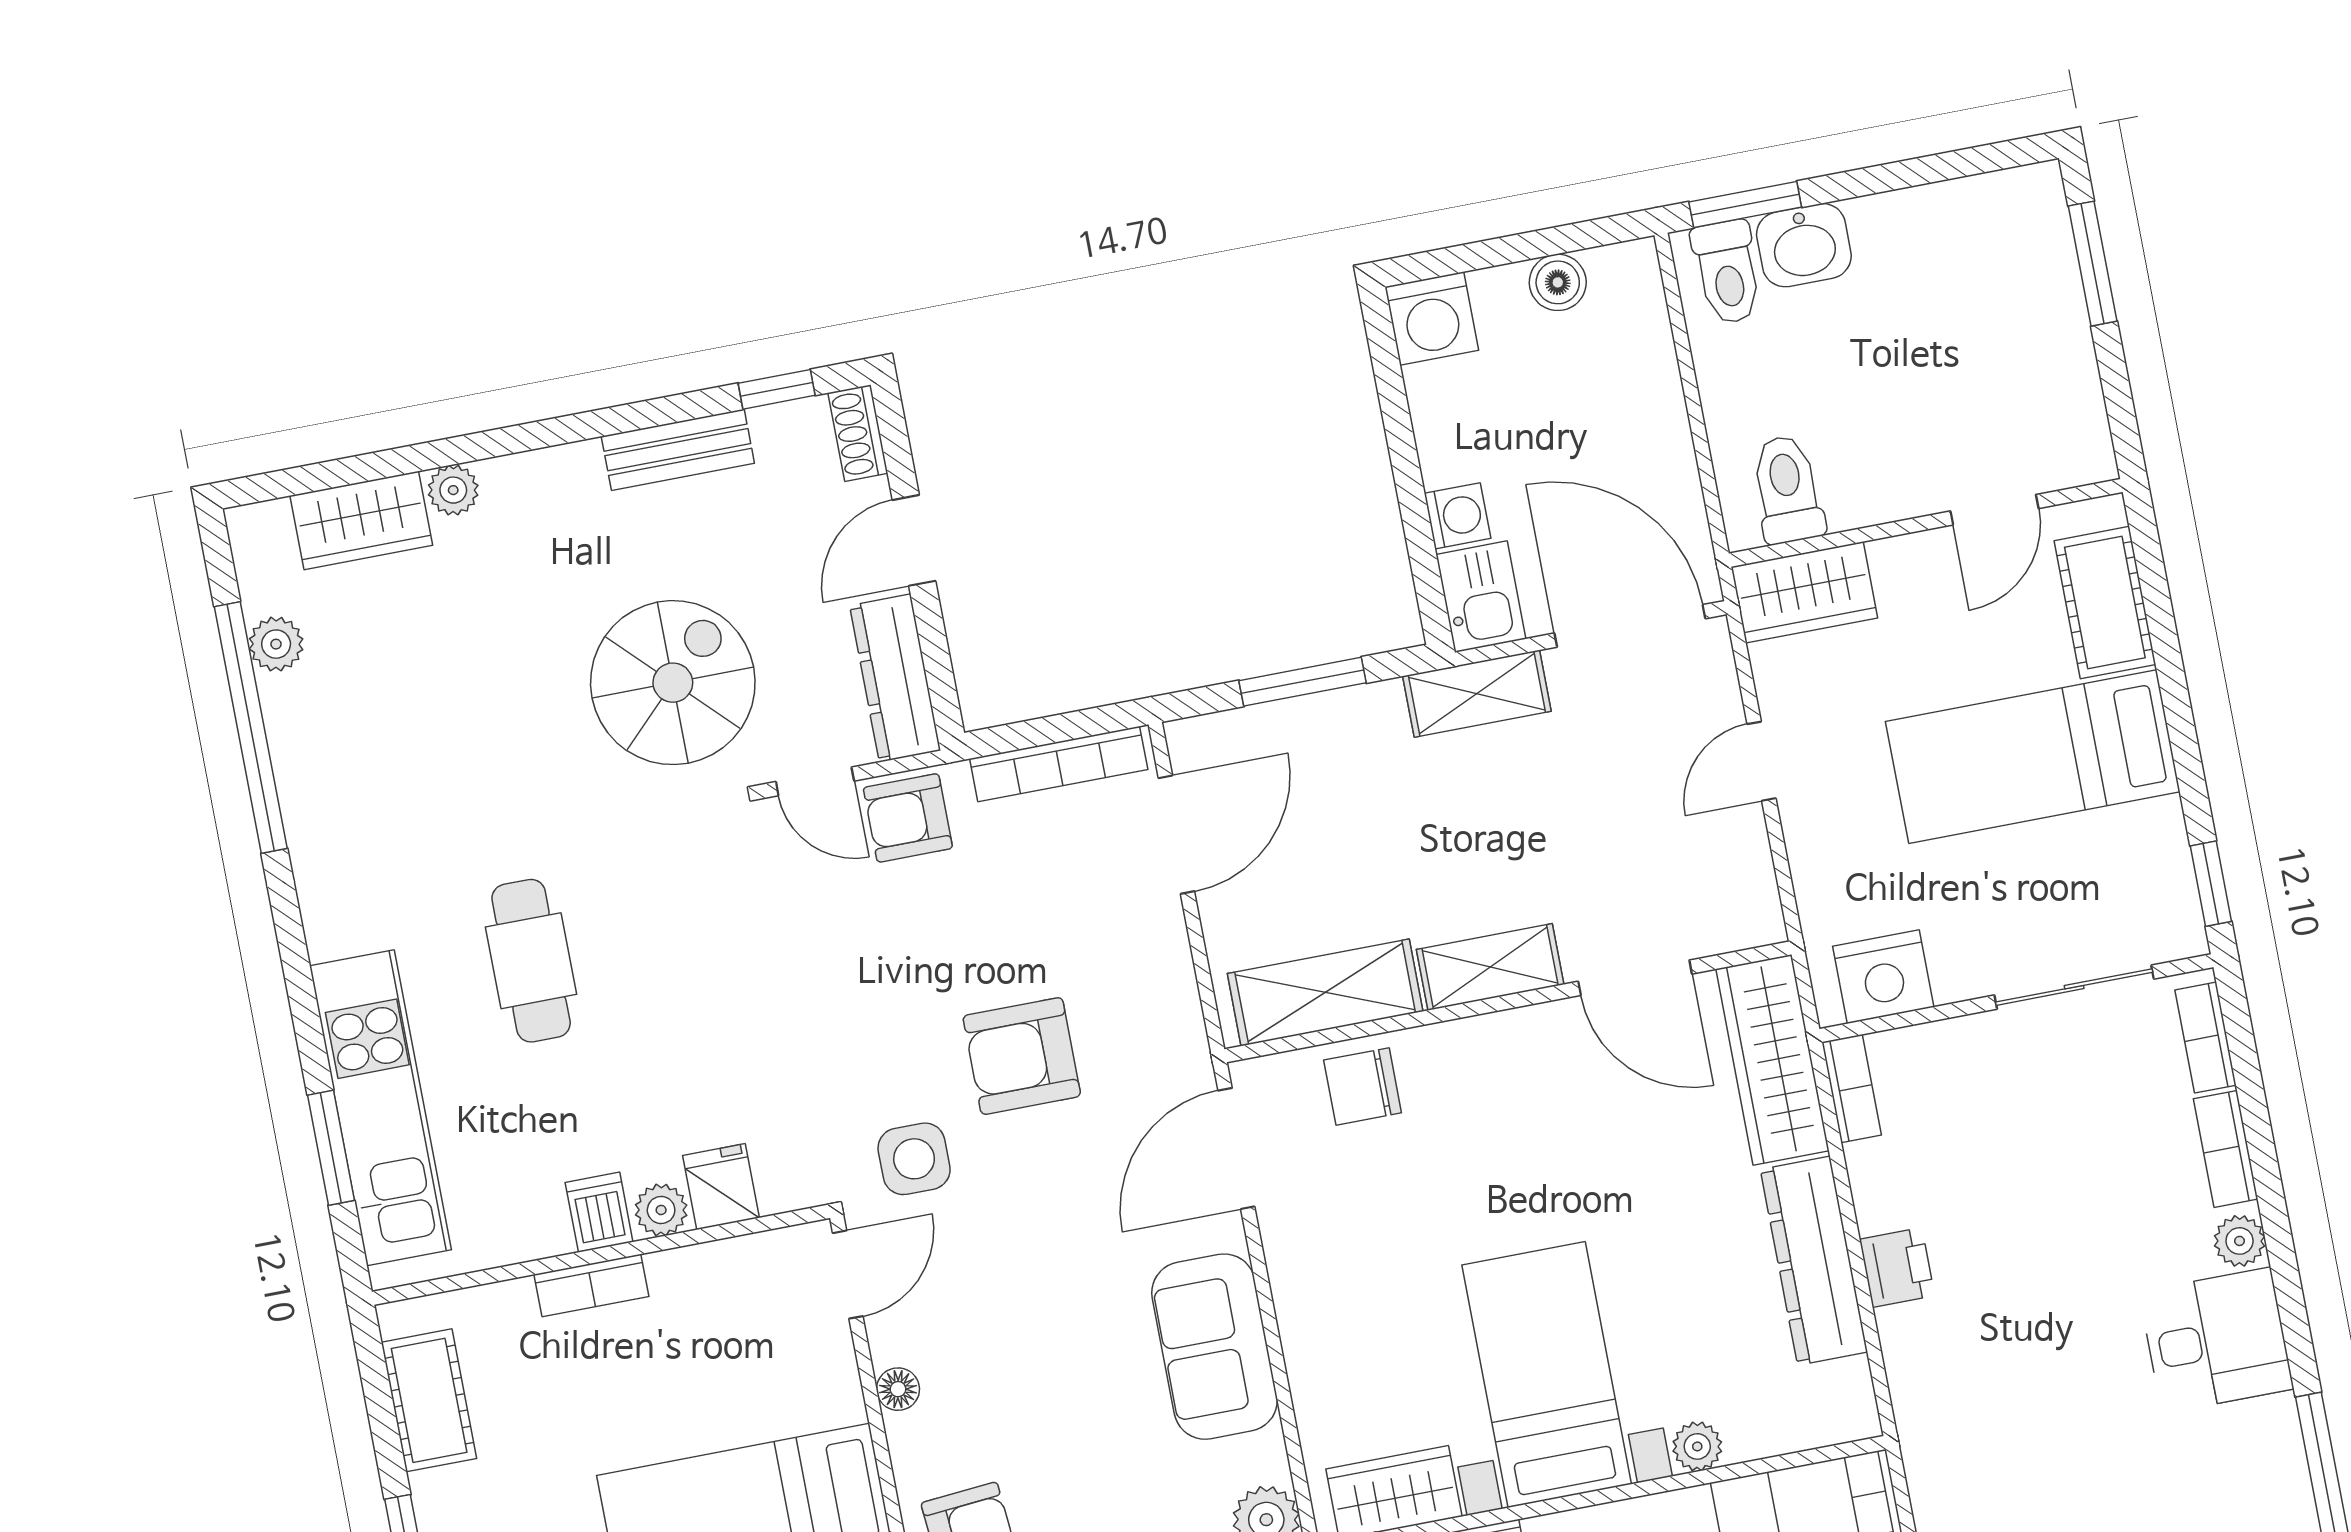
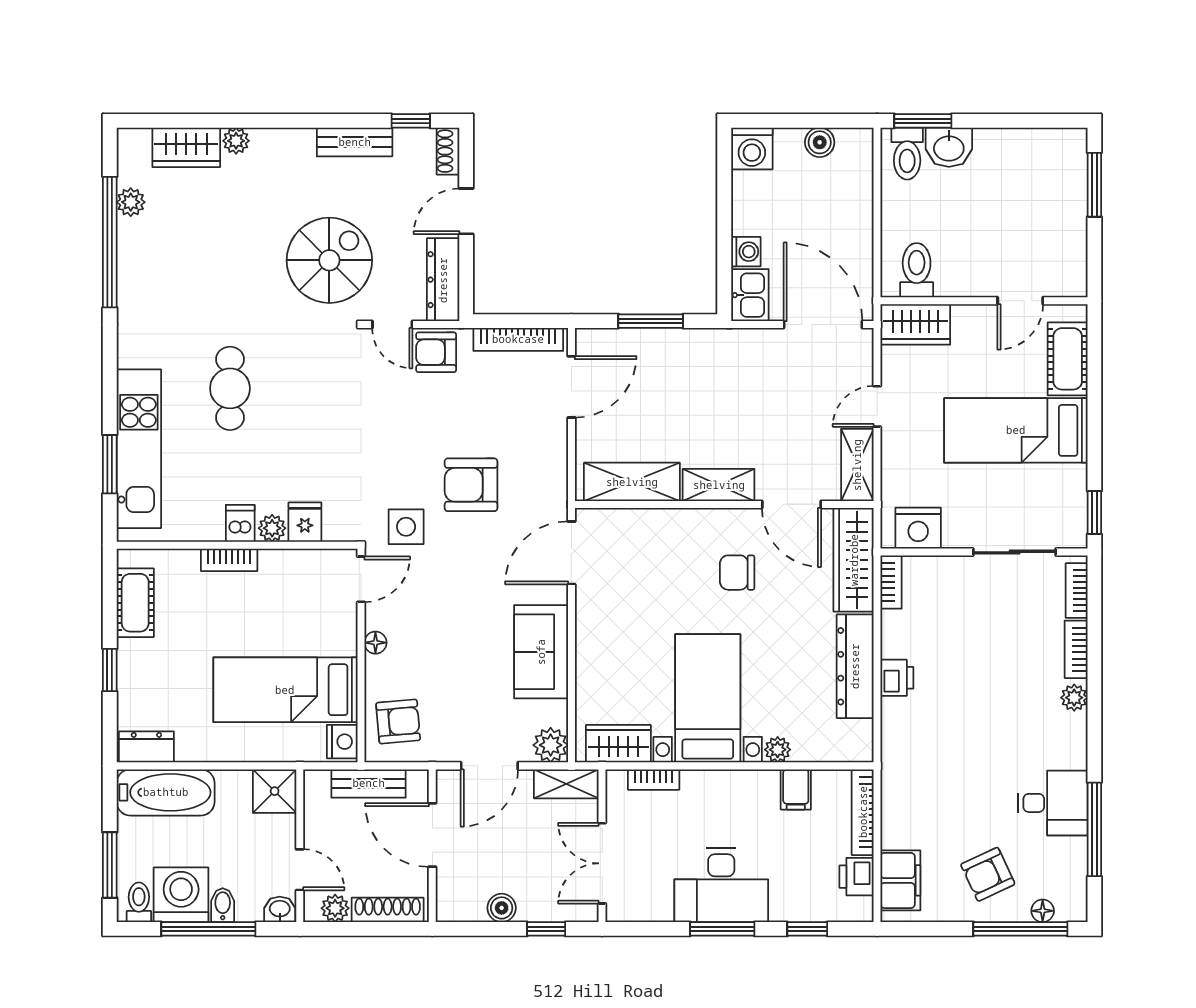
shelving: (1477, 694) -> (857, 465), moved, turned 90
chair: (1363, 1086) -> (737, 573), moved
desk: (2216, 1340) -> (1053, 803), moved

